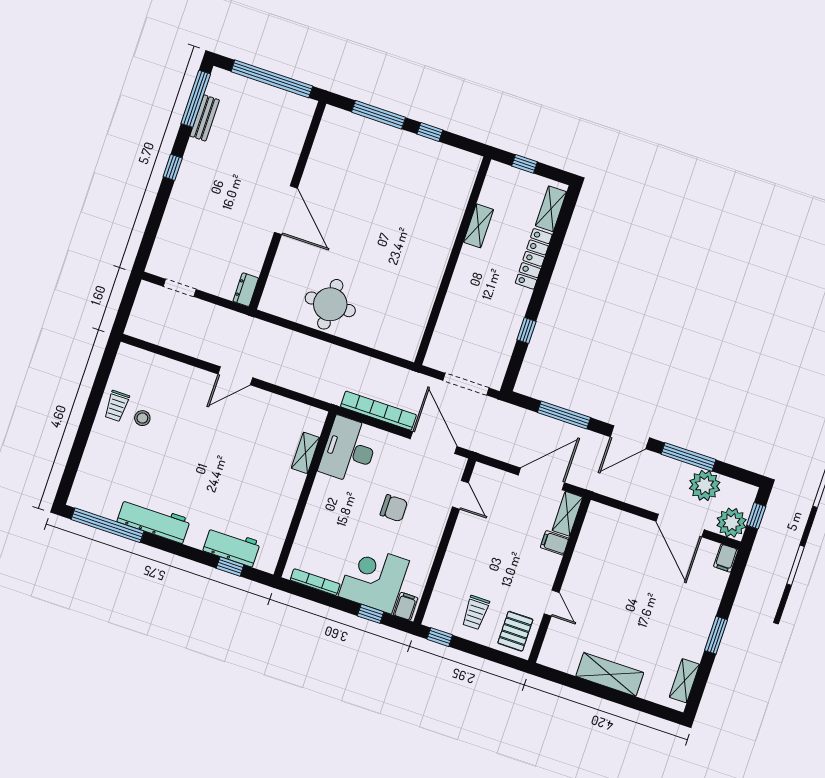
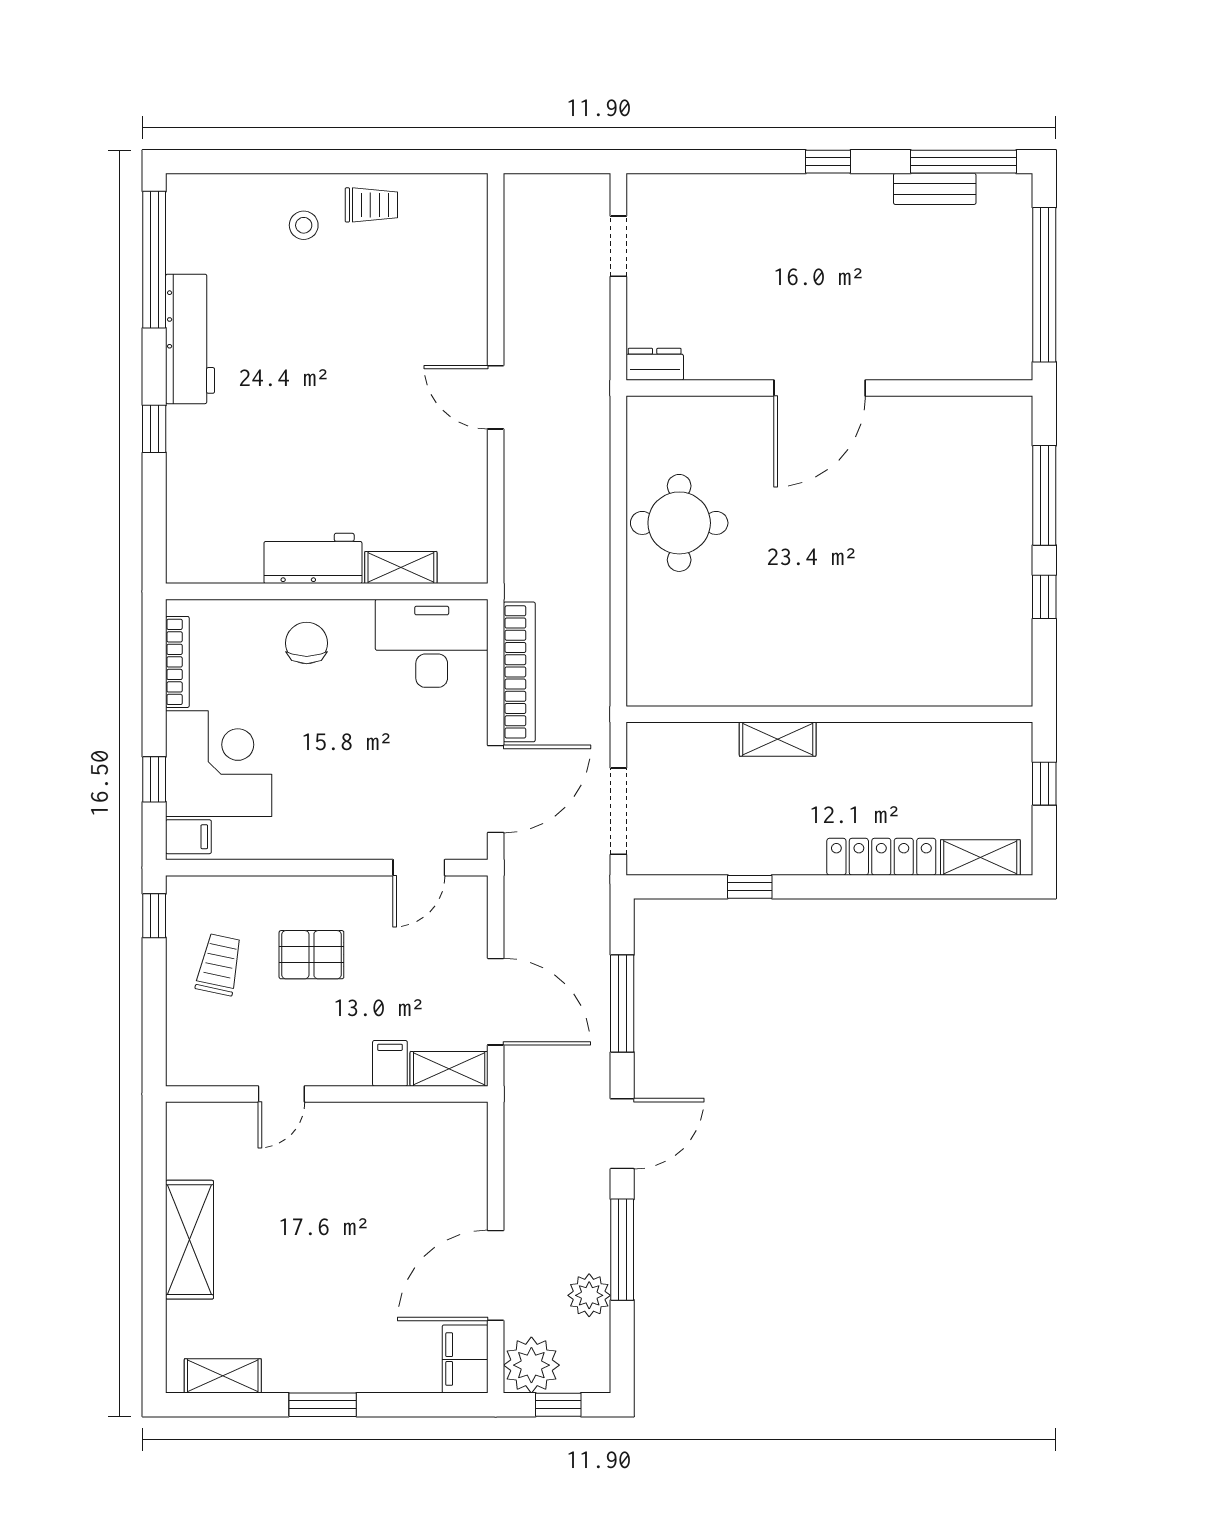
shelving: (478, 226) -> (778, 739), moved
trolley: (117, 406) -> (371, 205), turned 180
stool: (142, 418) -> (304, 225), moved
door: (630, 437) -> (622, 1134), swing flipped
plant: (705, 485) -> (589, 1295), width x0.73, depth x0.73
chair: (394, 508) -> (307, 643), moved, turned 180
workbench: (232, 546) -> (313, 558), moved, turned -90
filing cabinet: (726, 558) -> (465, 1359), width x2.00
window: (230, 567) -> (154, 429), moved
trolley: (476, 613) -> (219, 965), turned 102
pallet: (515, 631) -> (311, 955), moved

